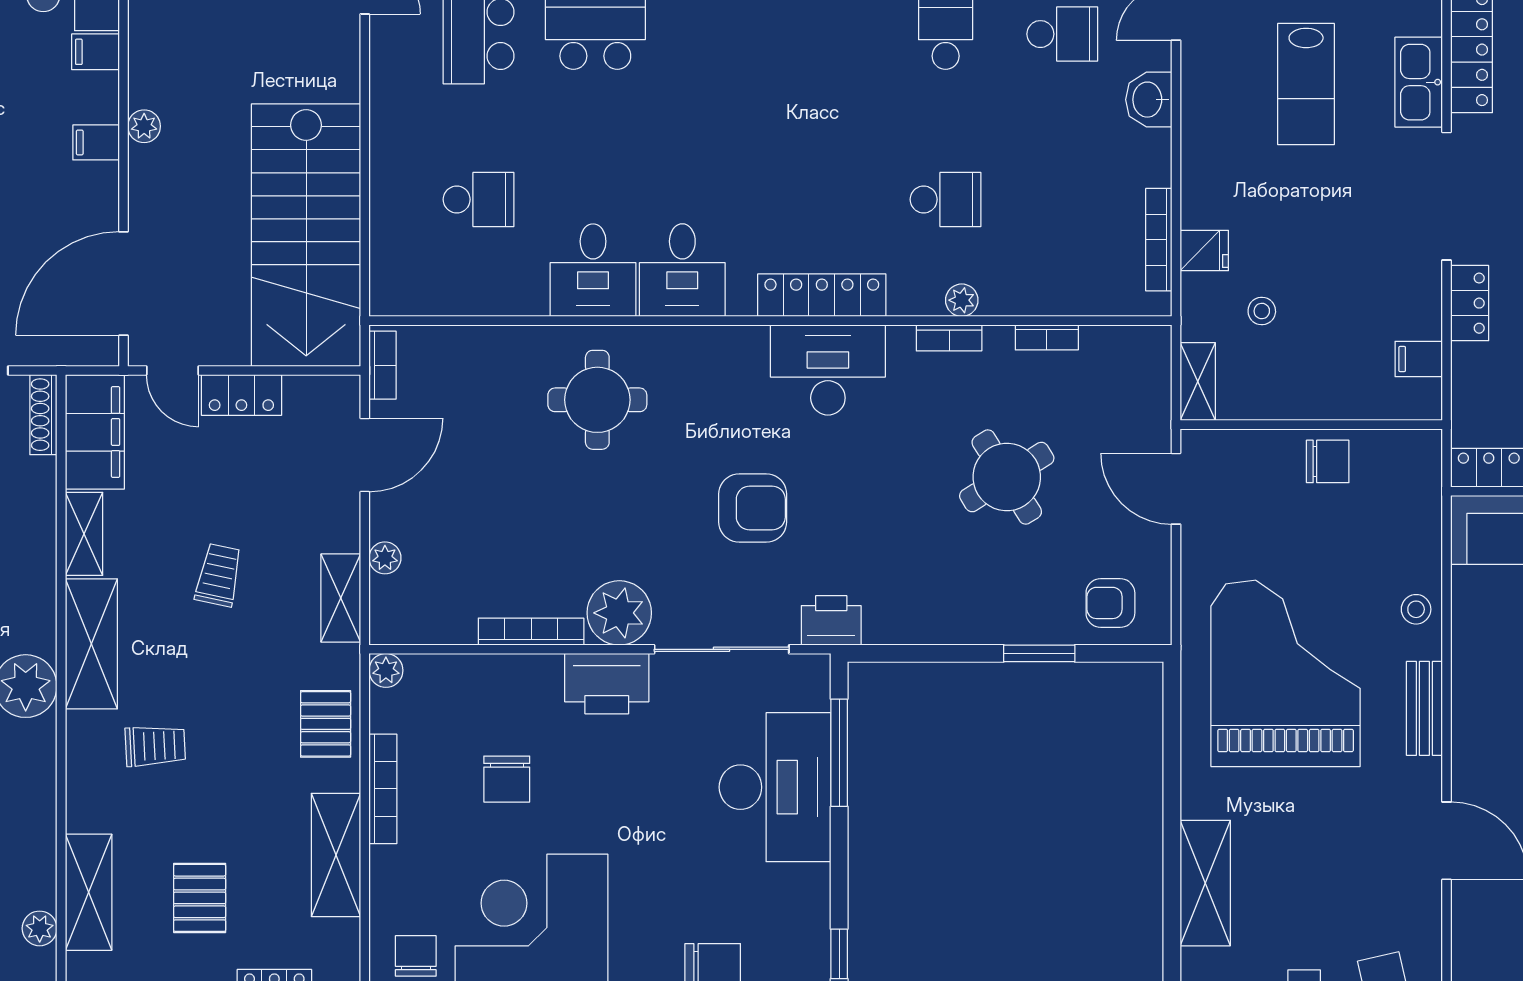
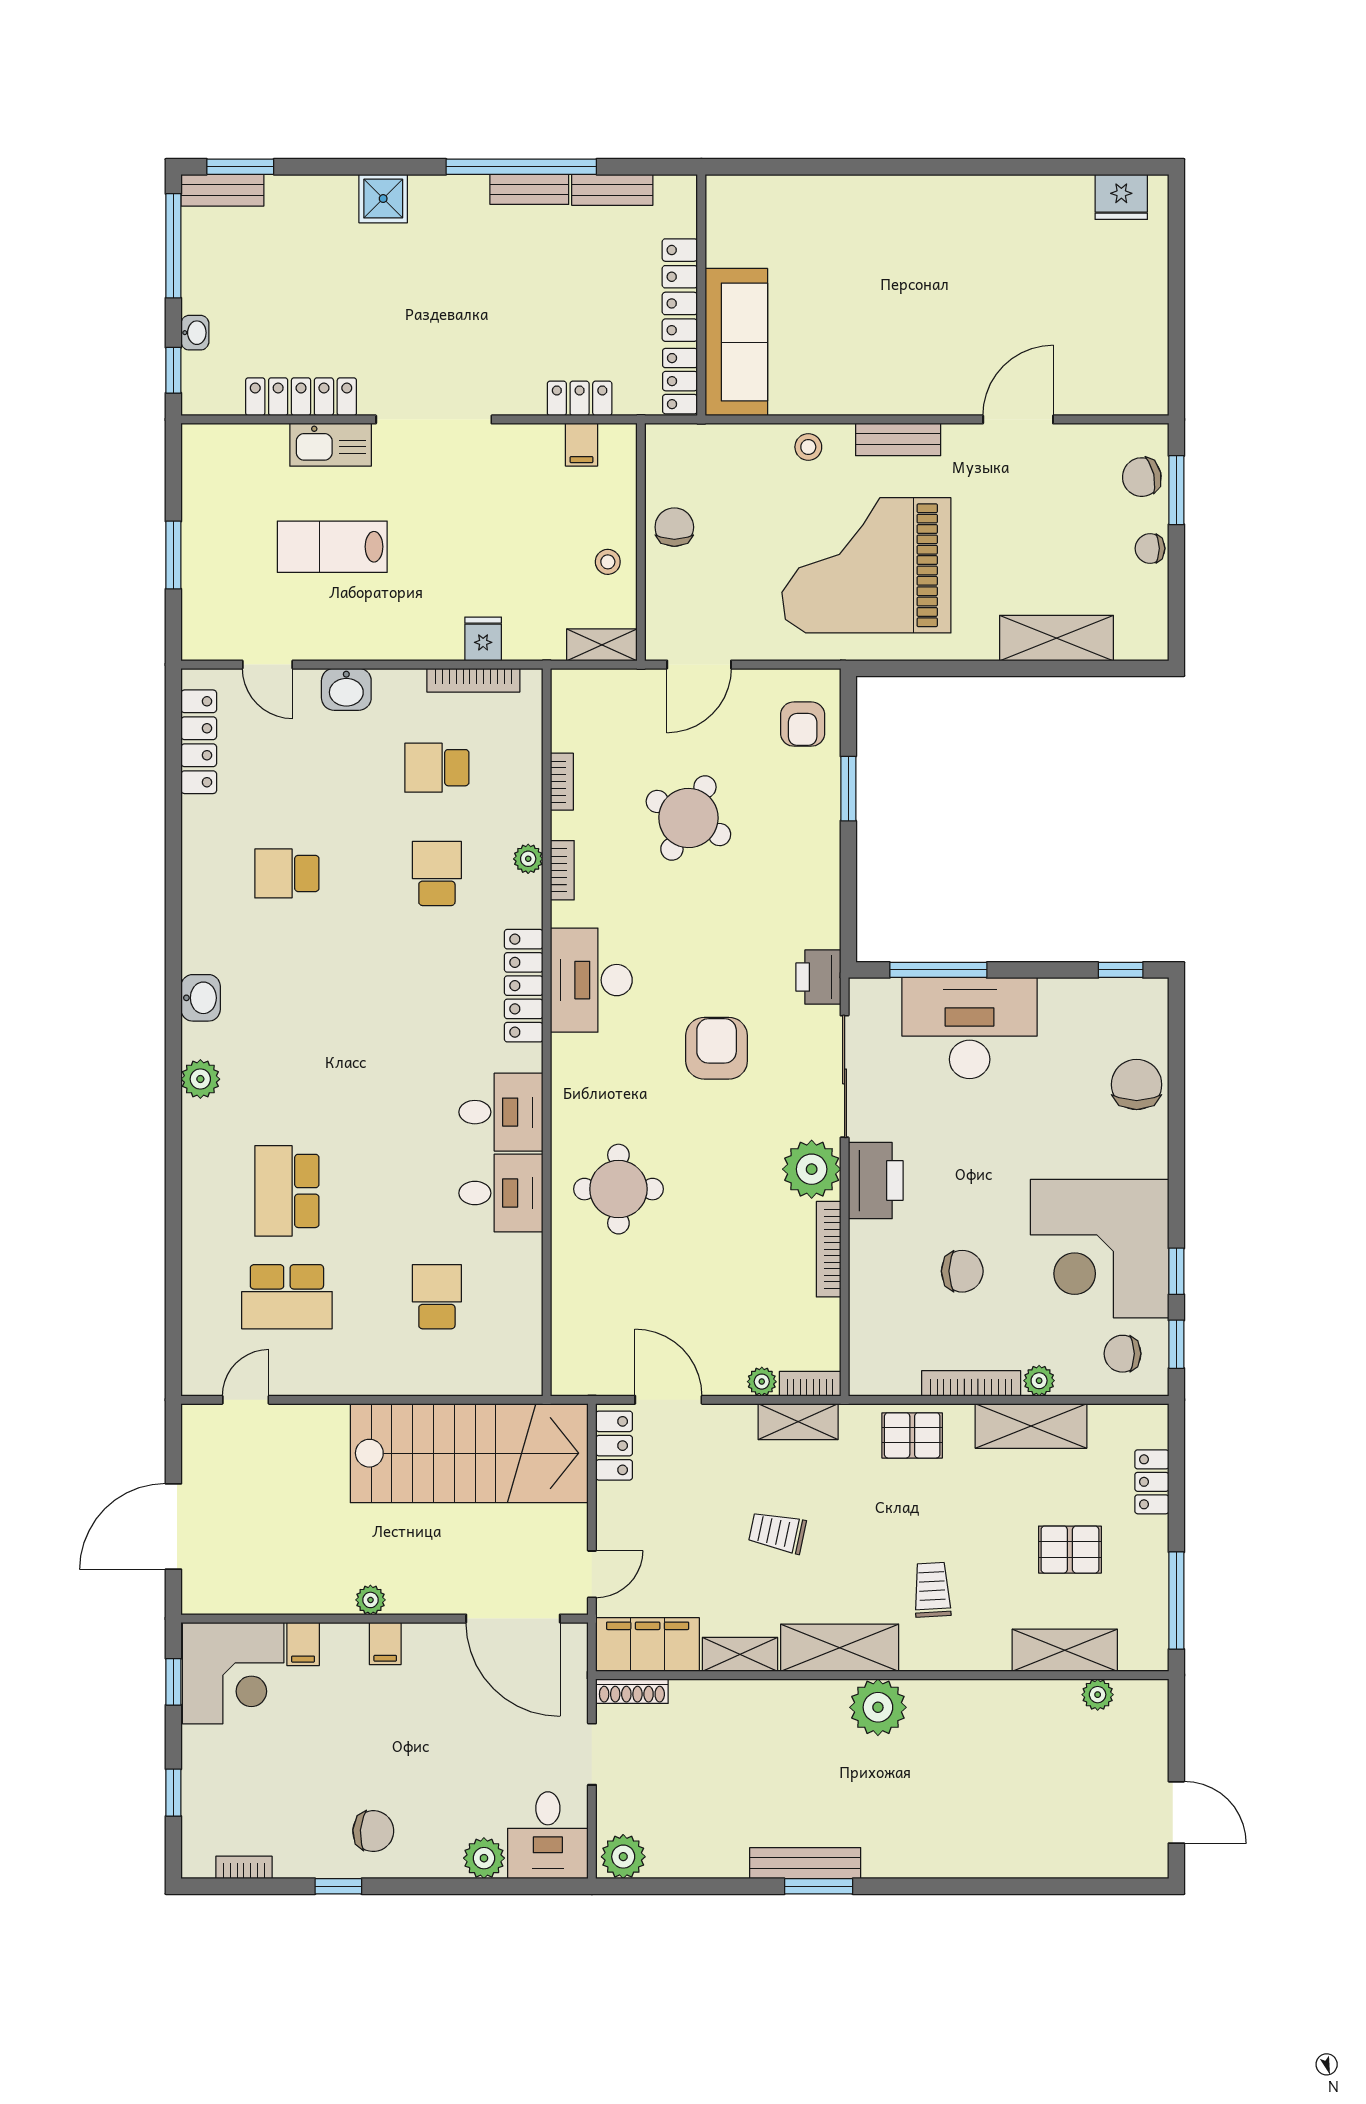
school desk: (1062, 34) -> (437, 768), moved, turned -90
lab bench: (1306, 84) -> (332, 547), turned 180
locker: (1470, 303) -> (580, 398), moved
stool: (1262, 311) -> (608, 562), moved
bookcase: (383, 365) -> (810, 1384), moved
locker: (241, 395) -> (614, 1446), moved
round table: (1007, 477) -> (688, 818), turned -30
plant: (386, 670) -> (1039, 1381), moved

